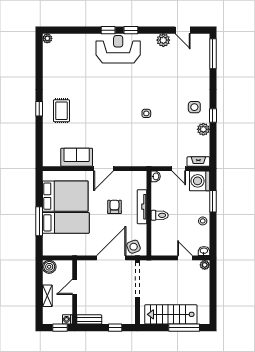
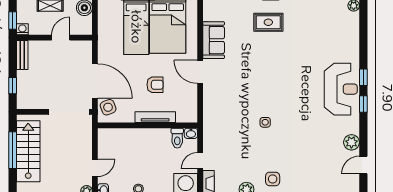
toilet: (160, 215) -> (177, 138), moved
door: (75, 287) -> (61, 38), hinge flipped
window: (184, 328) -> (13, 150), moved

